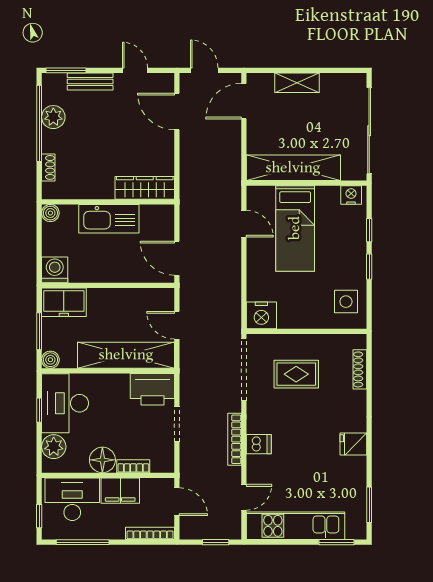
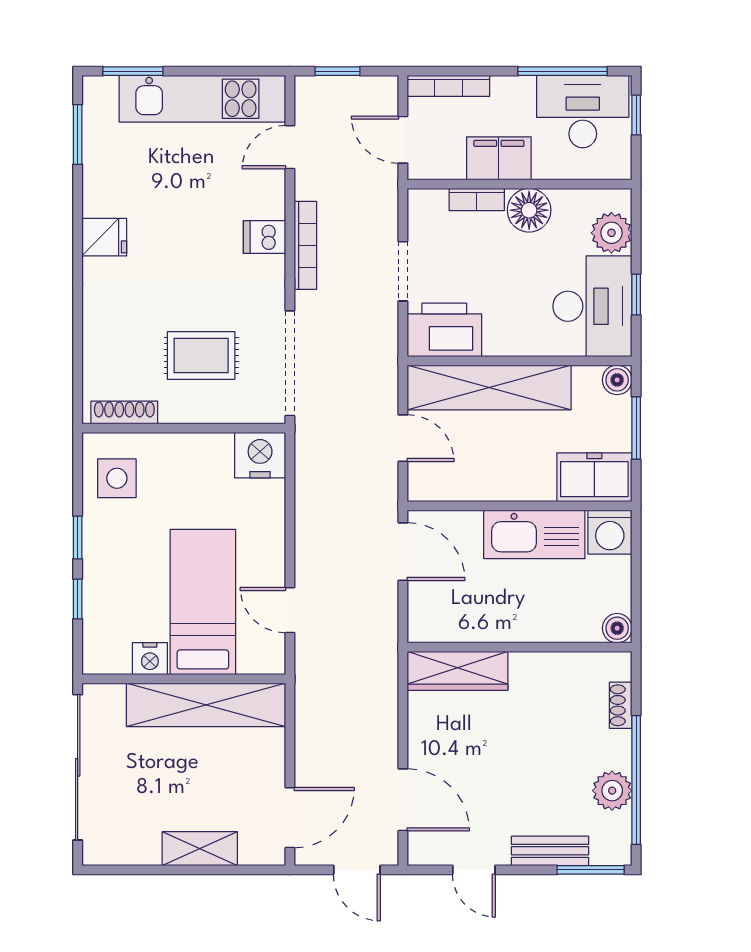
nightstand: (351, 195) -> (150, 659), moved
kitchen sink: (109, 219) -> (534, 534), moved, turned 180
shoe rack: (360, 369) -> (124, 412), moved, turned -90
desk: (72, 499) -> (583, 112), moved, turned 180

